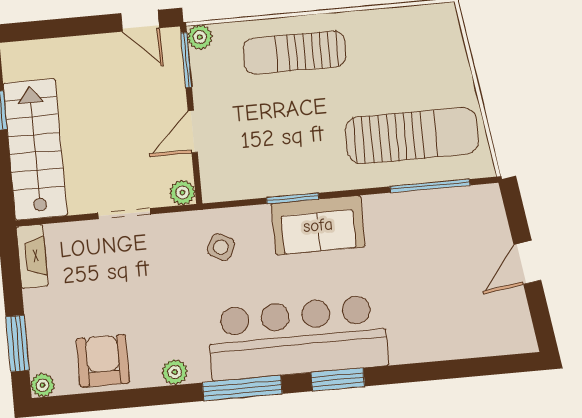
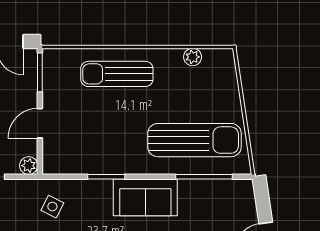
plant: (200, 37) -> (193, 57), moved
sofa: (318, 225) -> (145, 197), moved

